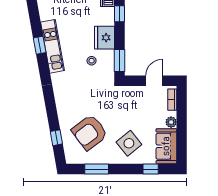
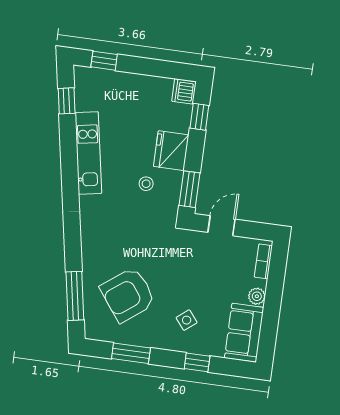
window: (40, 45) -> (67, 101), moved
door: (154, 81) -> (222, 226), moved
window: (56, 138) -> (75, 296), width x2.17
side table: (129, 143) -> (187, 320), width x0.54, depth x0.54
window: (151, 169) -> (197, 362), moved

